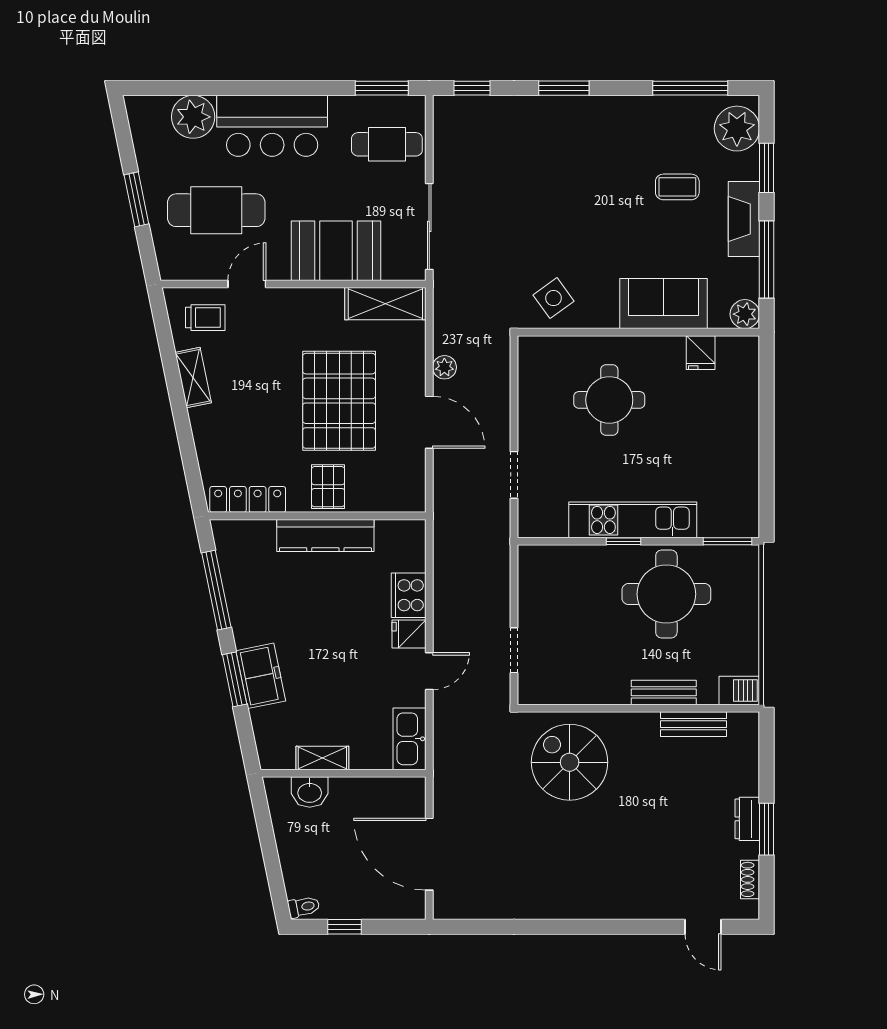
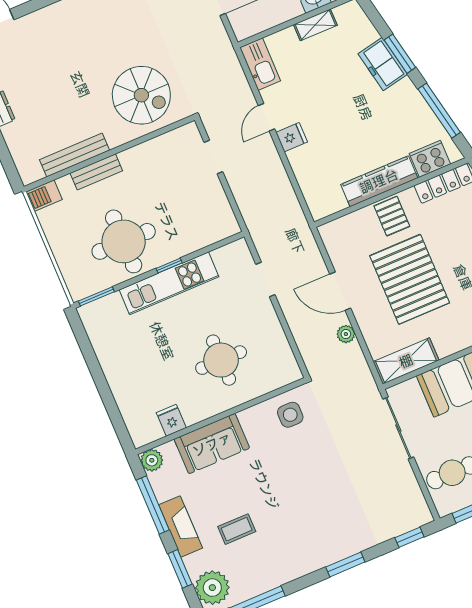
side table: (554, 298) -> (290, 415), turned 36
cooker: (409, 595) -> (430, 159), moved, turned -90
bench: (693, 724) -> (74, 155), width x1.36

